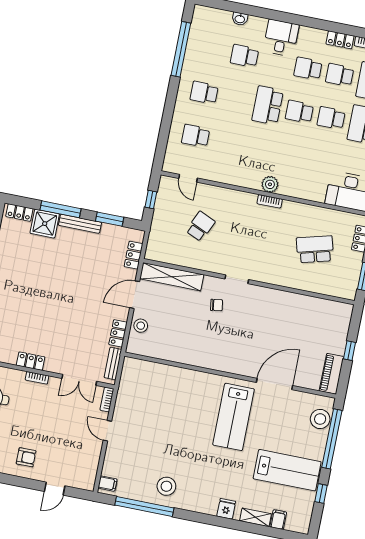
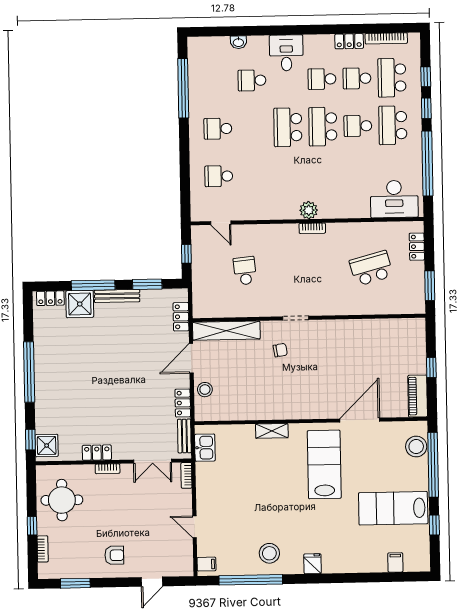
school desk: (299, 112) -> (323, 127), width x1.85
school desk: (200, 226) -> (245, 271), turned -30
kitchen sink: (129, 378) -> (205, 448), added
lab bench: (234, 417) -> (324, 464), turned 180
door: (107, 431) -> (195, 527), moved
lab bench: (287, 470) -> (393, 508), turned 180
fridge: (226, 509) -> (313, 564), moved
shelving: (255, 517) -> (272, 431), moved

